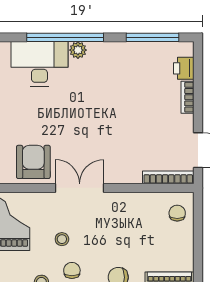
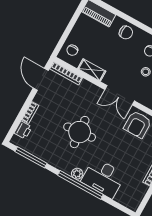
round table: (106, 108) -> (80, 132), added
shelving: (136, 201) -> (92, 70), added

